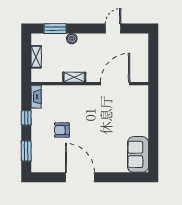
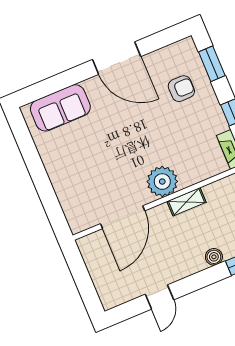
plant: (83, 95) -> (162, 182), added
armchair: (62, 130) -> (181, 89), moved
sofa: (138, 154) -> (60, 108), moved, turned 90

